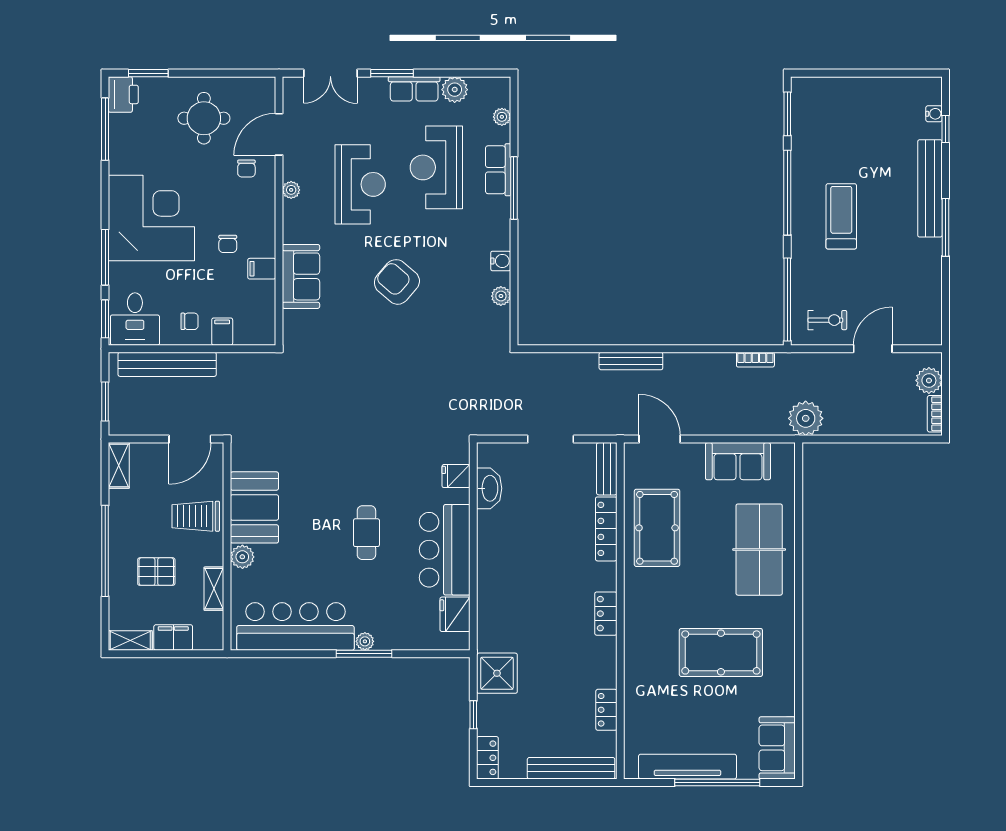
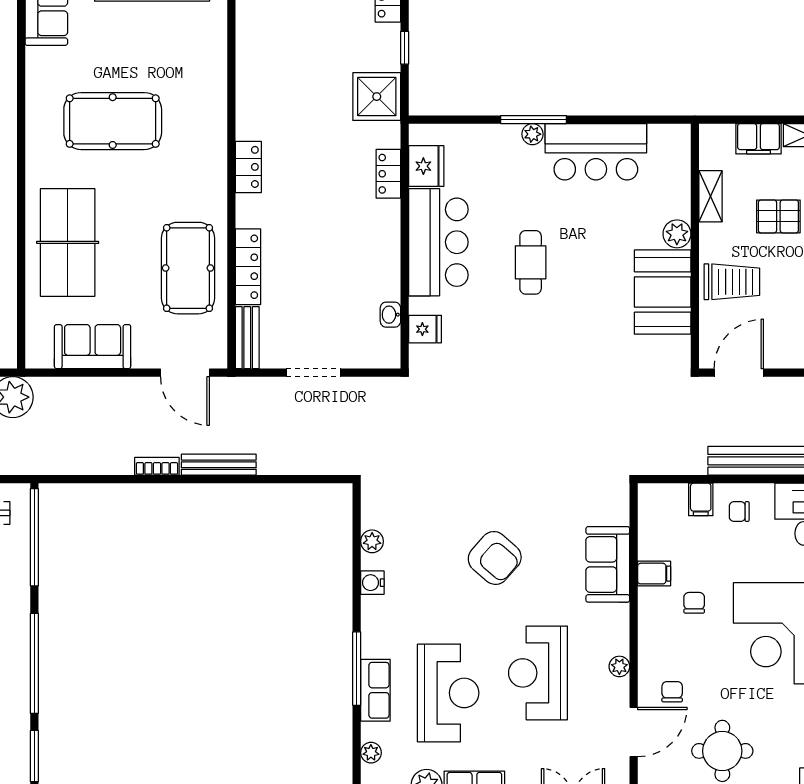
bookcase: (755, 360) -> (157, 466), moved
washbasin: (489, 488) -> (390, 315), width x0.52, depth x0.69
bar counter: (295, 626) -> (596, 152), width x0.73
locker: (606, 710) -> (388, 174), moved, turned 180

